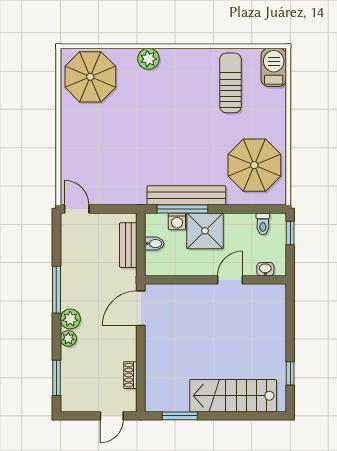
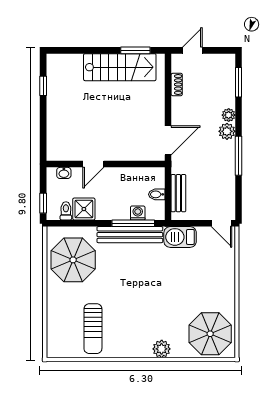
barbecue: (274, 67) -> (180, 237), moved, turned 90
shower: (205, 231) -> (84, 209), moved, width x0.73, depth x0.73
stairs: (233, 396) -> (120, 67), moved

